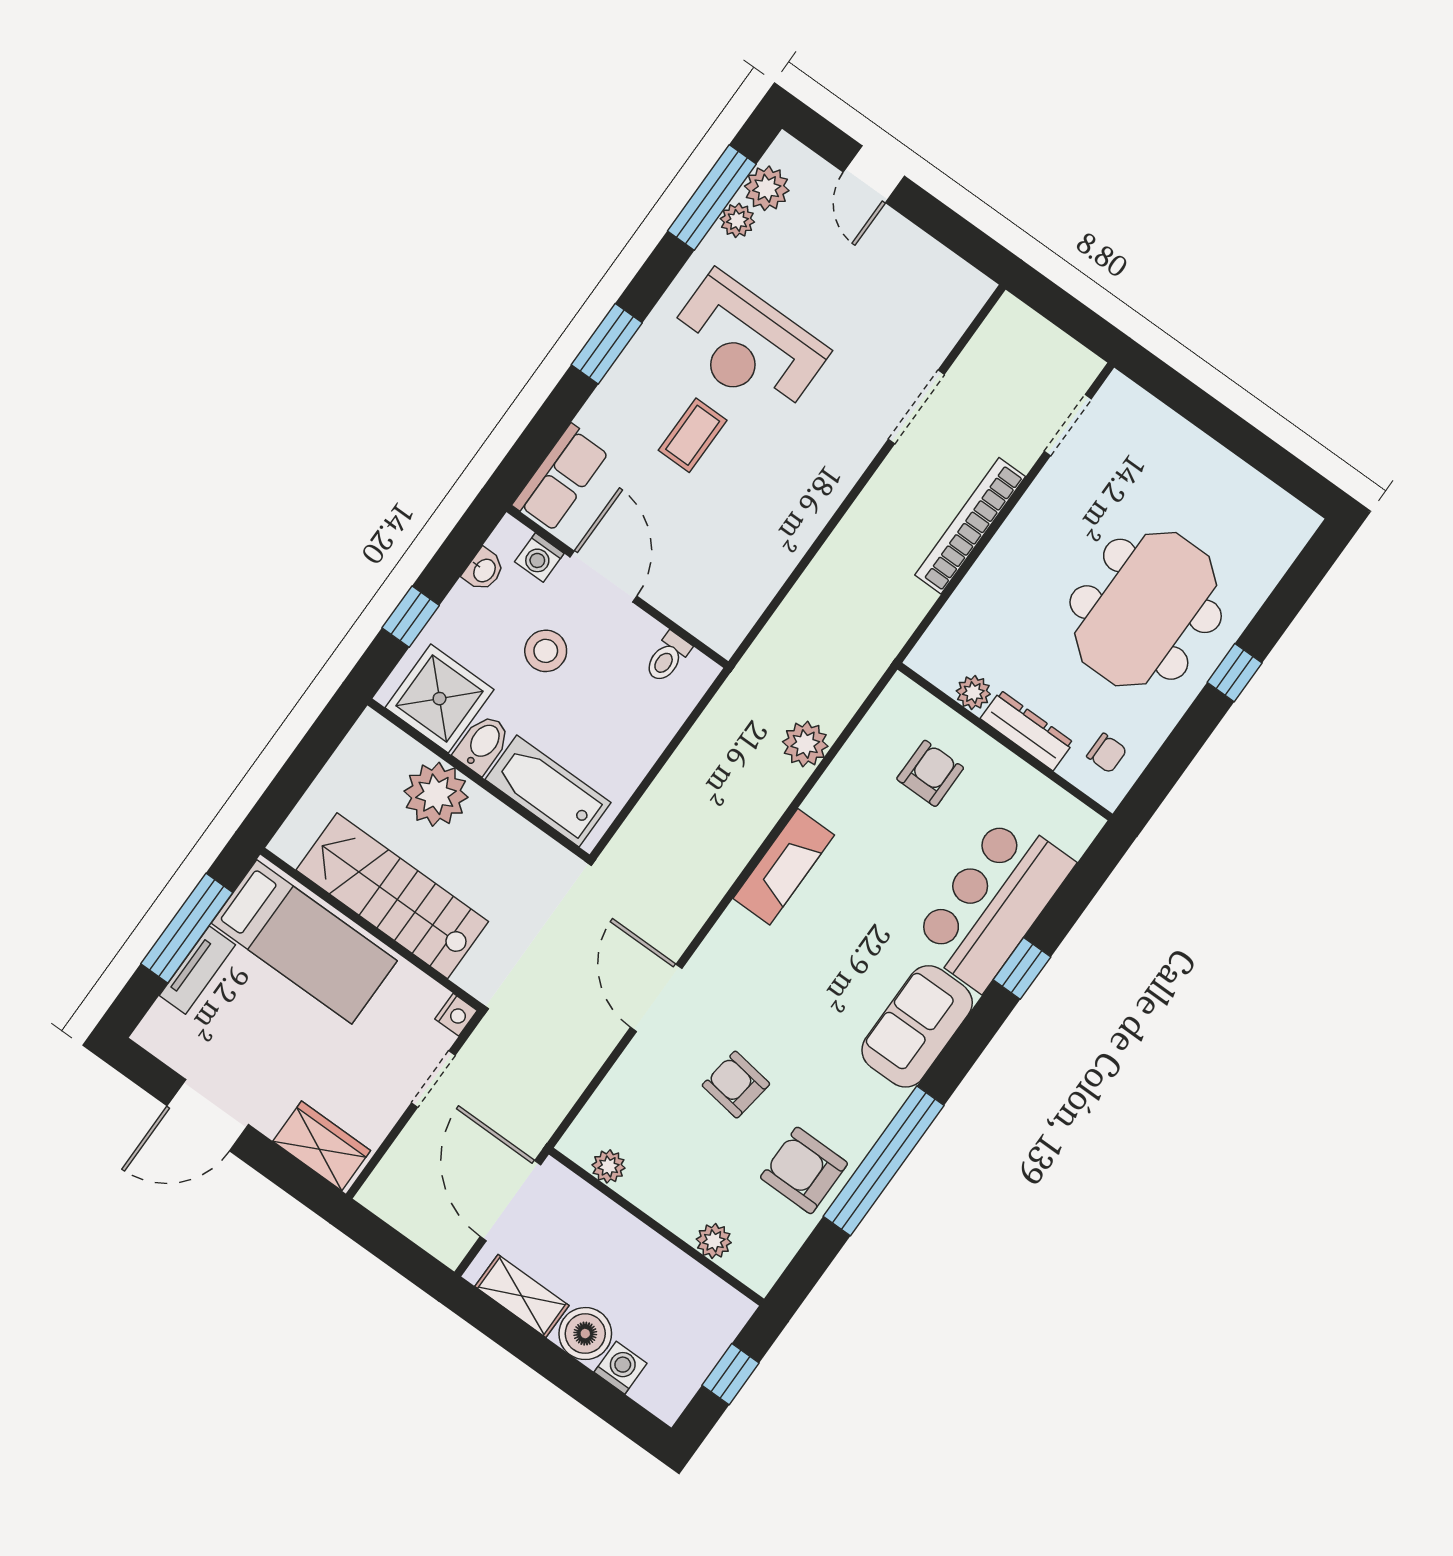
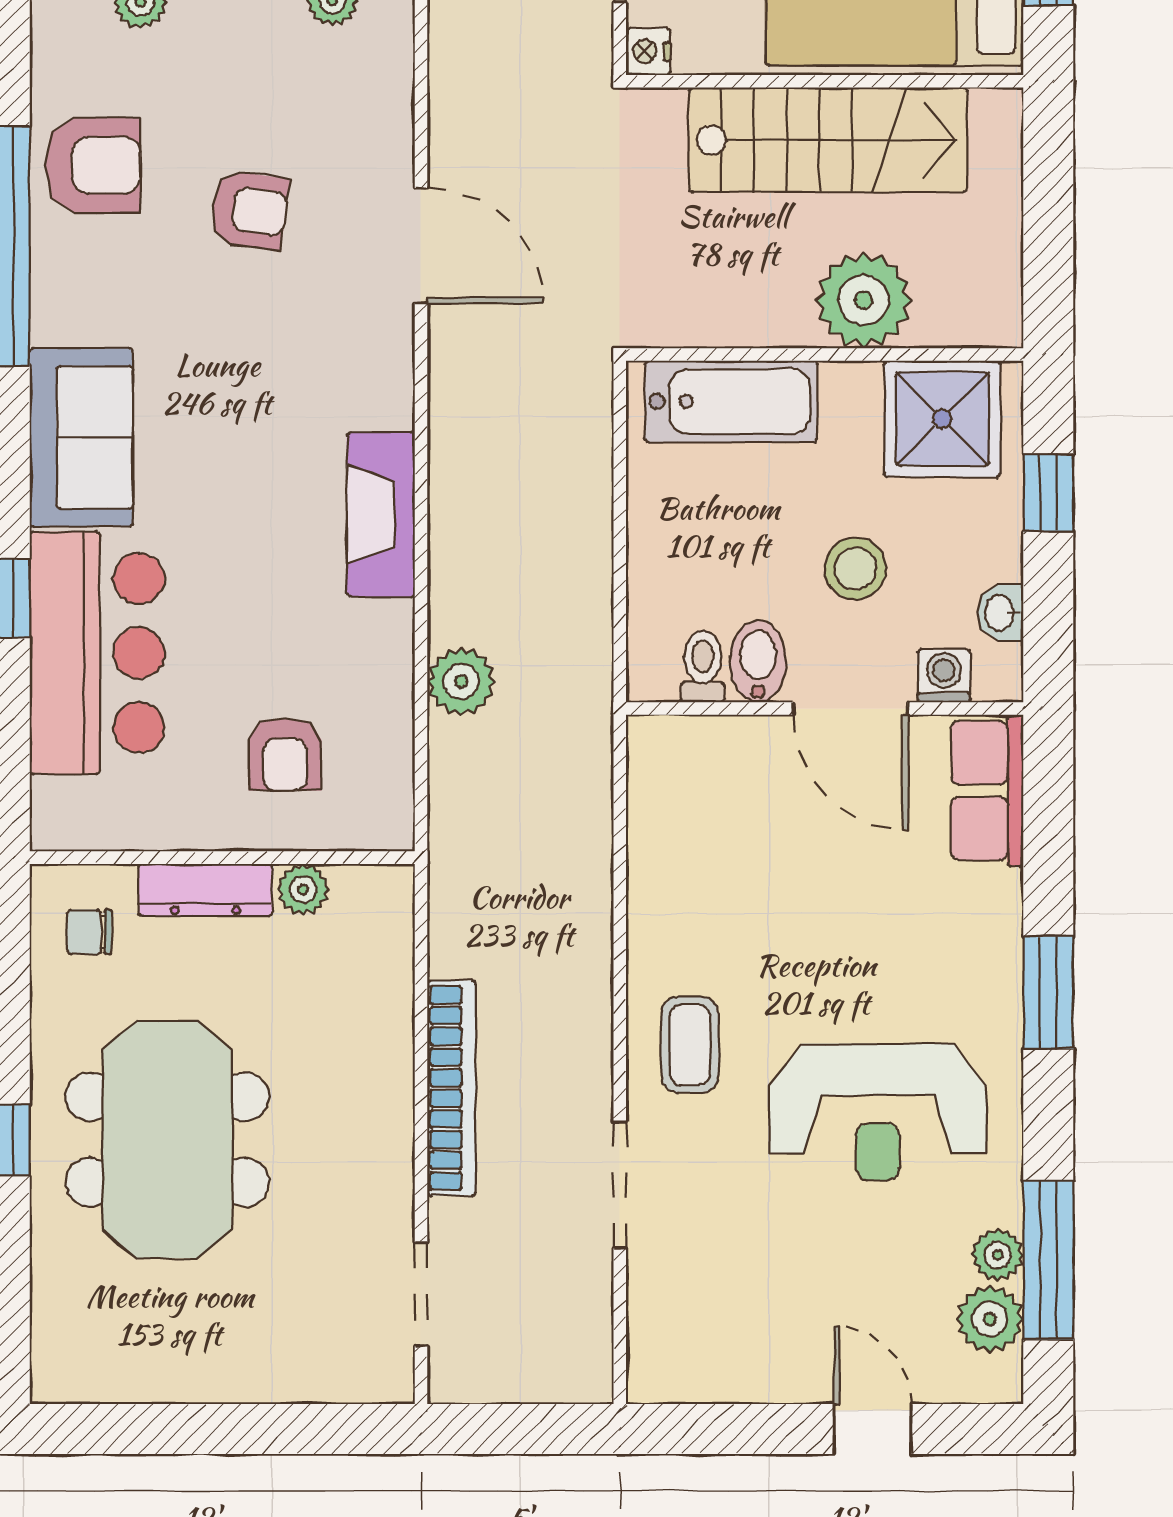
reception desk: (747, 345) -> (878, 1112), turned 180
coffee table: (693, 435) -> (690, 1045), moved
bidet: (483, 744) -> (758, 661), moved, turned 180

